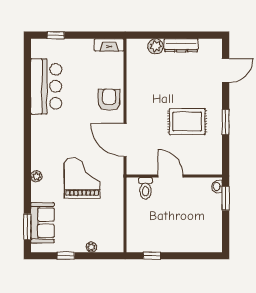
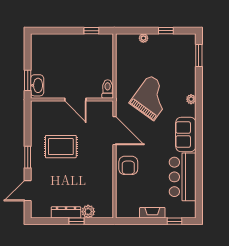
window: (169, 35) -> (76, 221), added
fireplace: (109, 45) -> (152, 213), moved
window: (226, 122) -> (28, 157), moved
grand piano: (82, 178) -> (152, 98), turned -144
washbasin: (217, 186) -> (37, 85), width x1.91, depth x1.45
toilet: (146, 188) -> (108, 89), moved
sofa: (42, 223) -> (186, 135), moved

